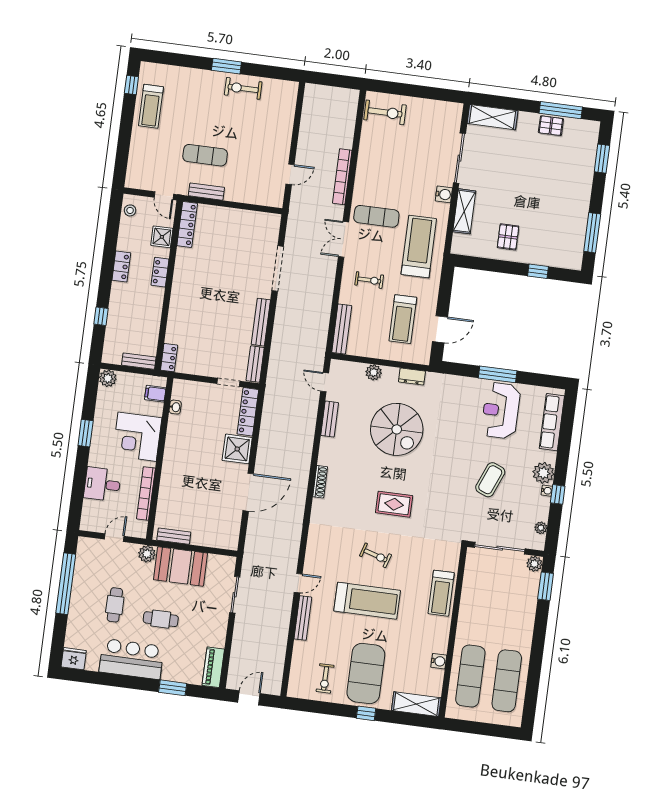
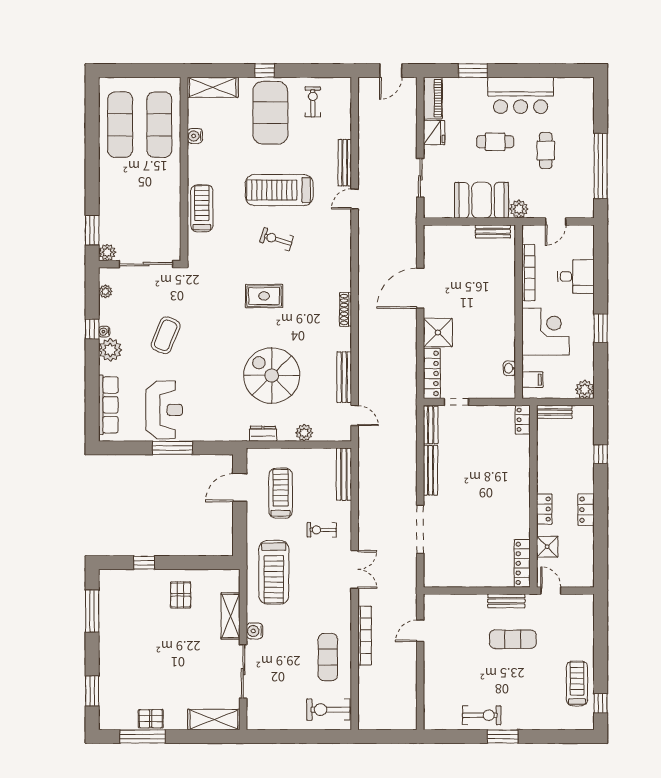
stool: (130, 210) -> (585, 570), removed
exercise mat: (376, 216) -> (328, 657), moved, turned 90
bench: (330, 419) -> (344, 377), width x1.36
fridge: (74, 659) -> (434, 133), moved, turned -90

